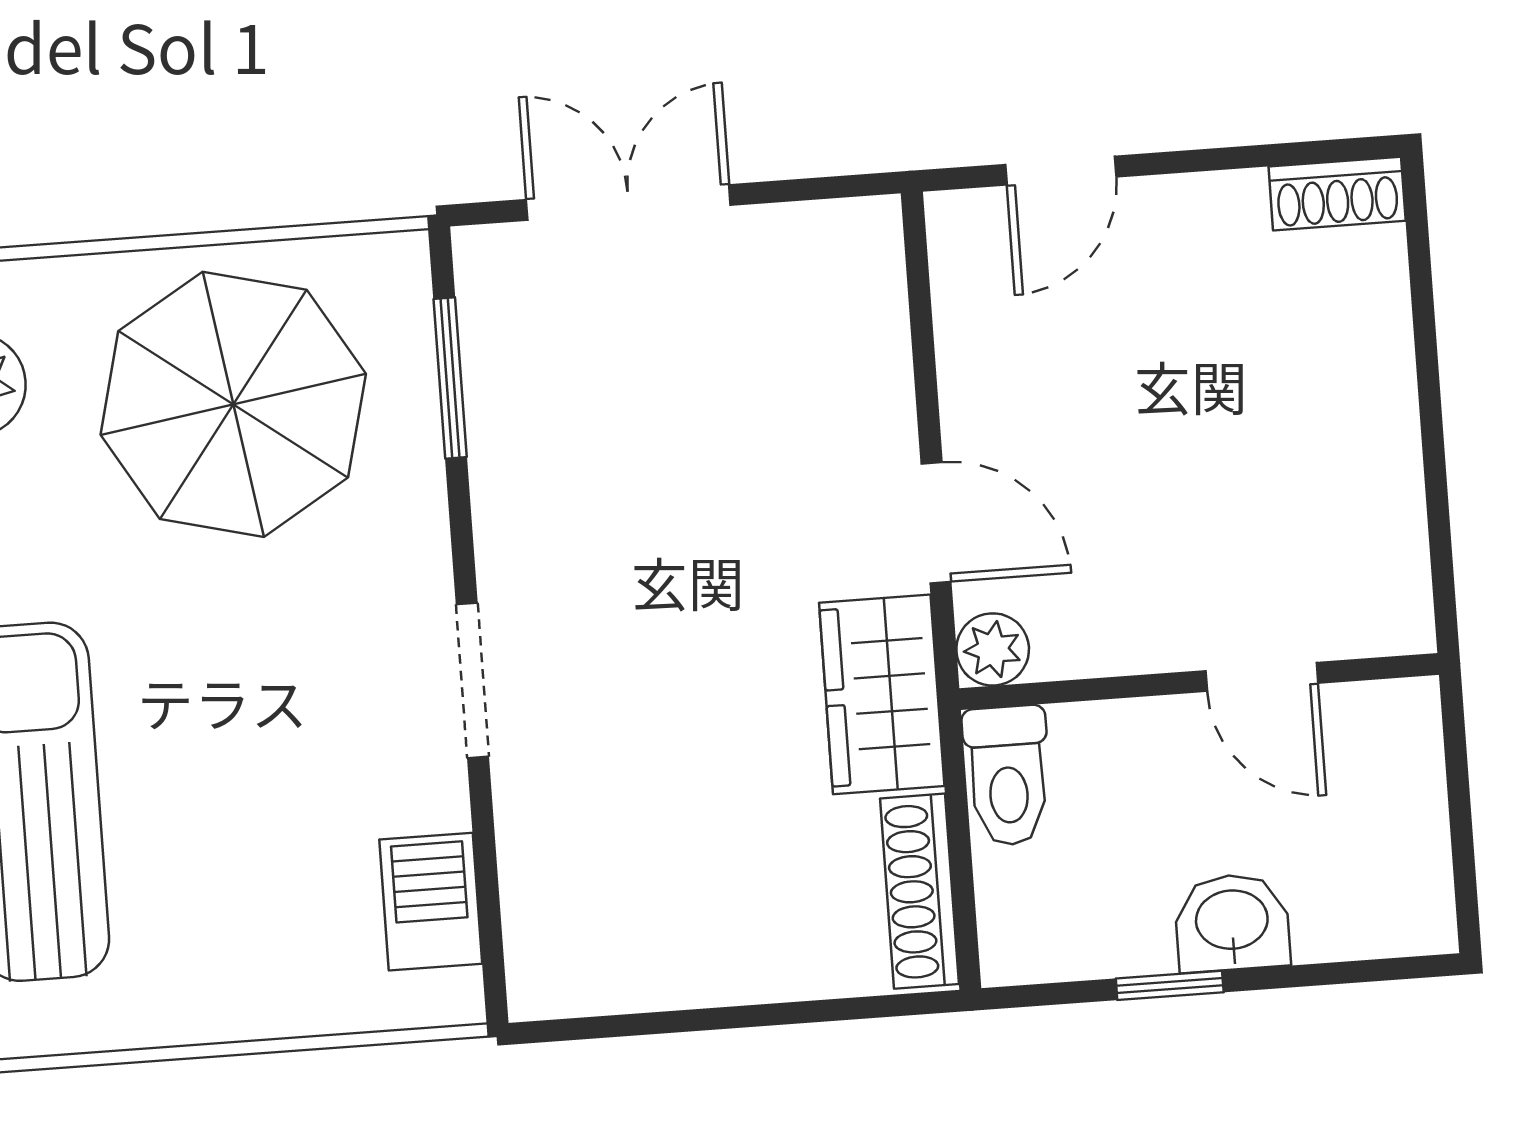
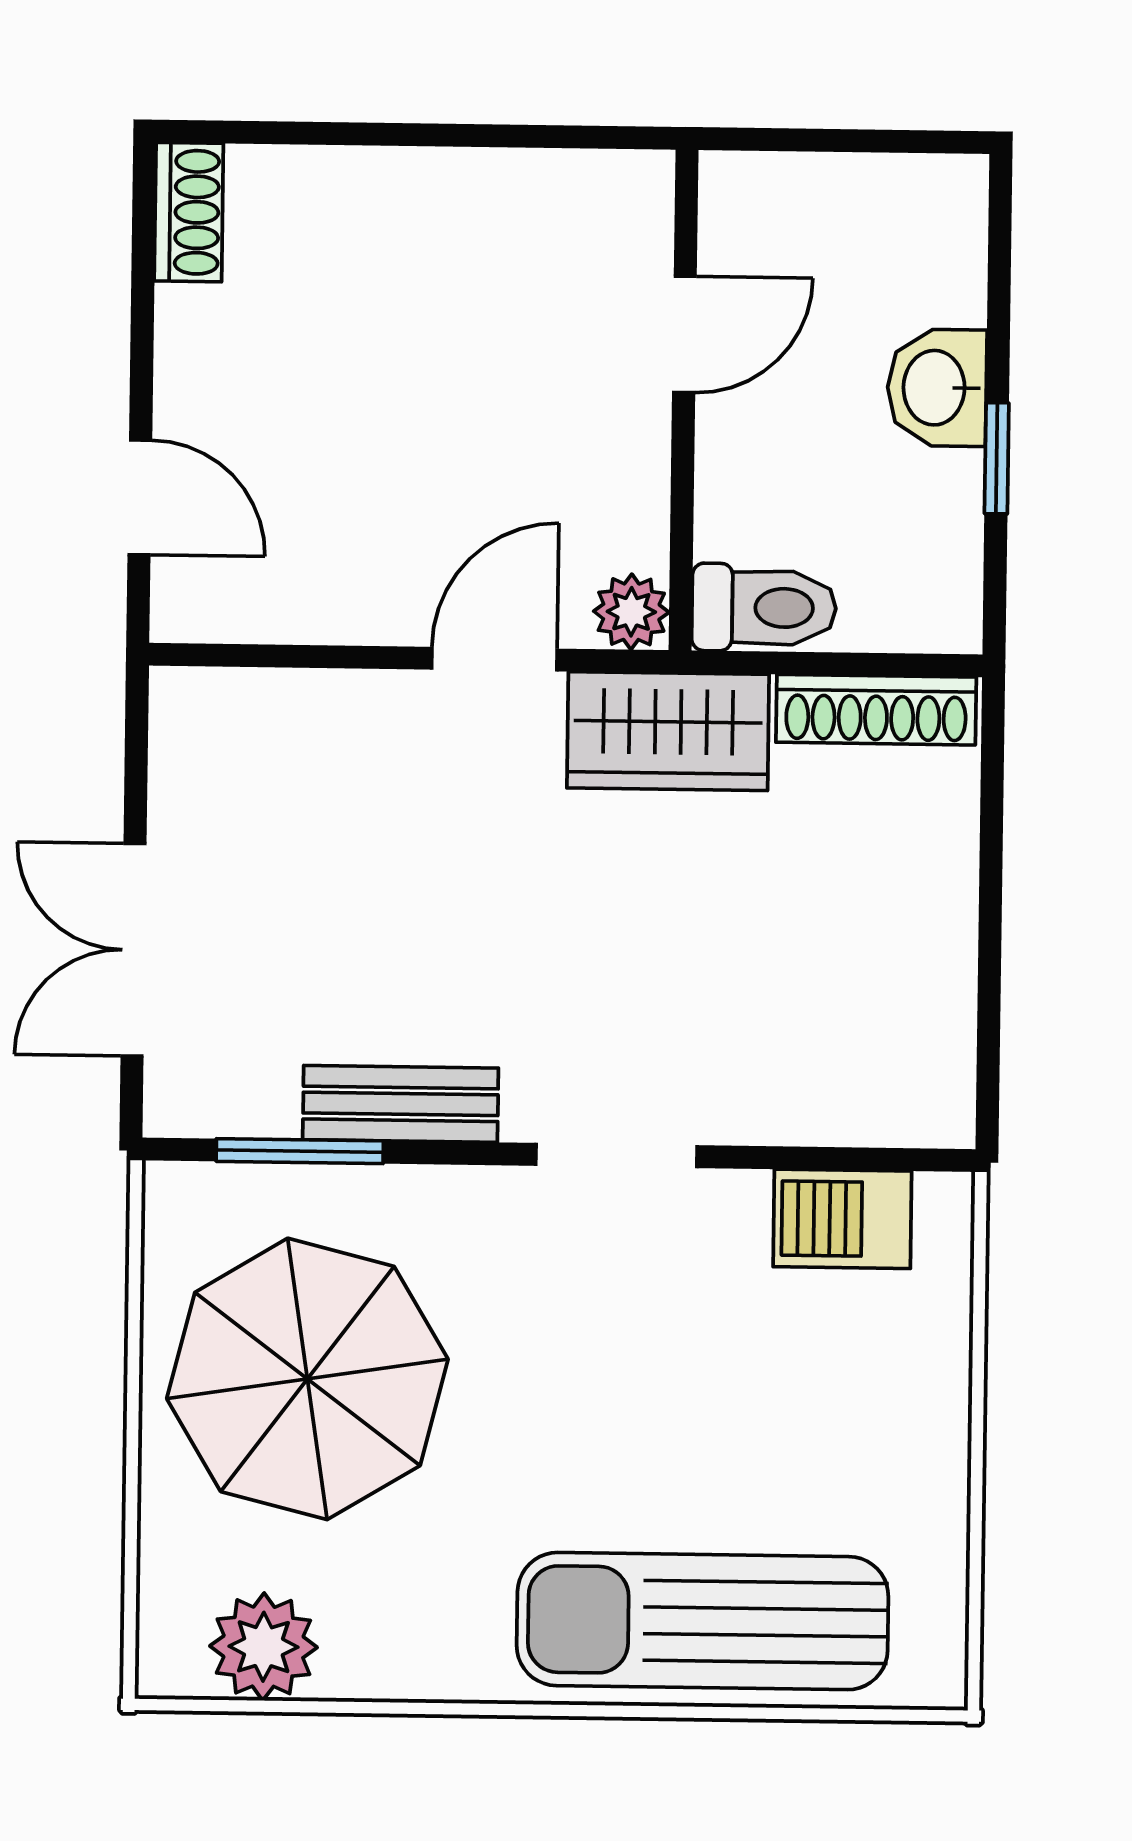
bench: (504, 470) -> (401, 1104), added

